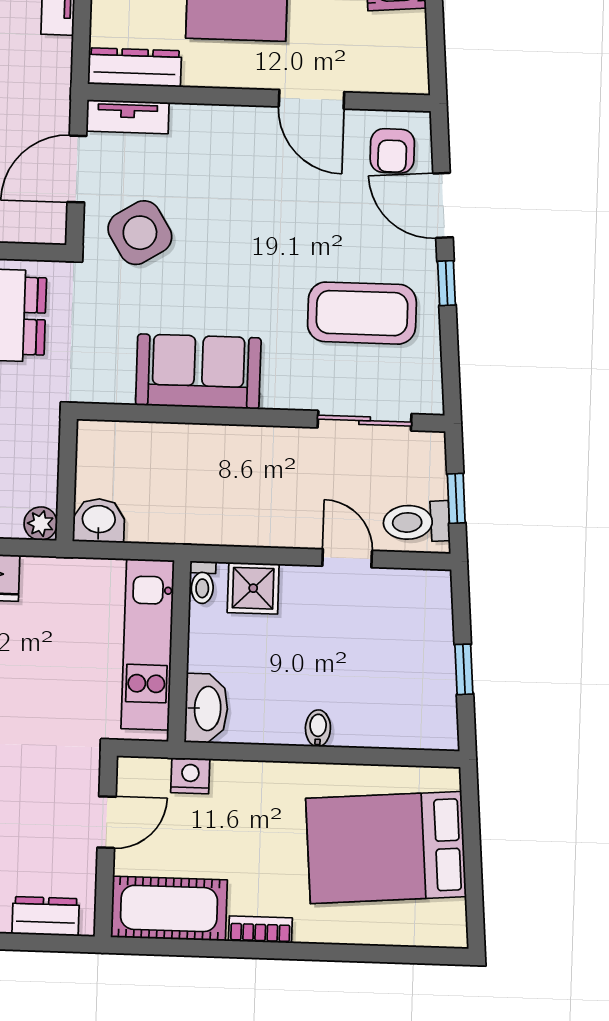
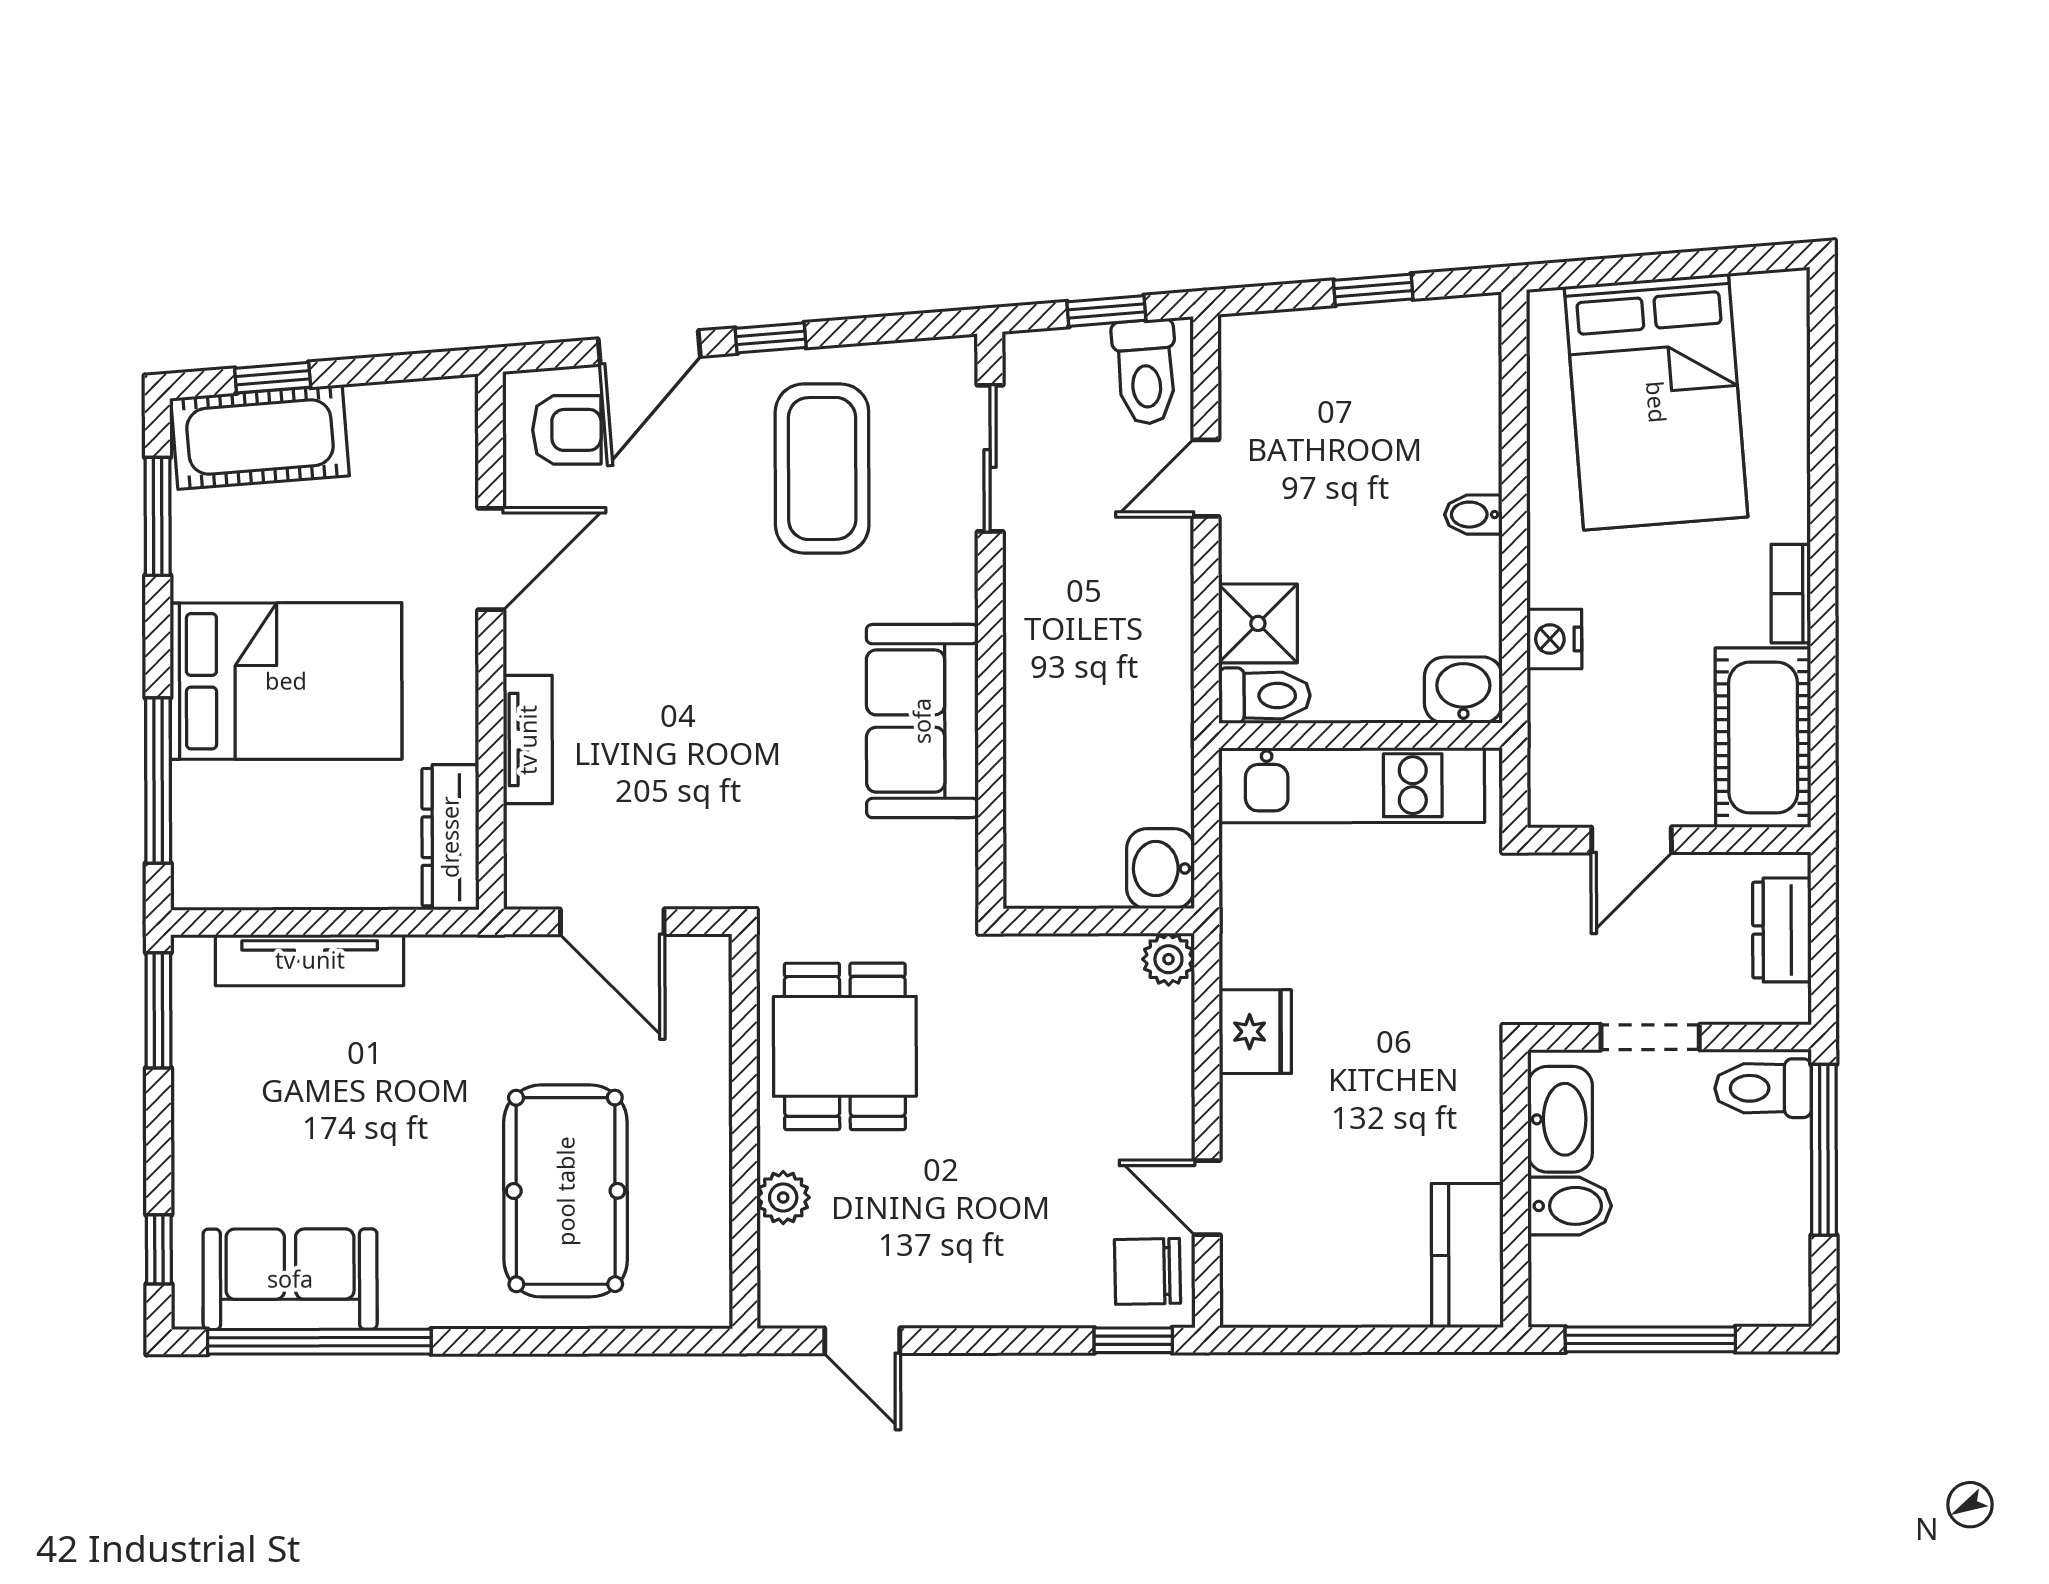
tv unit: (128, 117) -> (528, 740), moved
side table: (140, 233) -> (708, 820), removed
toilet: (202, 582) -> (1264, 696), width x1.37, depth x1.39
washbasin: (206, 708) -> (1463, 690), width x0.72
nightstand: (190, 776) -> (1554, 639), moved
door: (107, 822) -> (1632, 840), swing flipped

